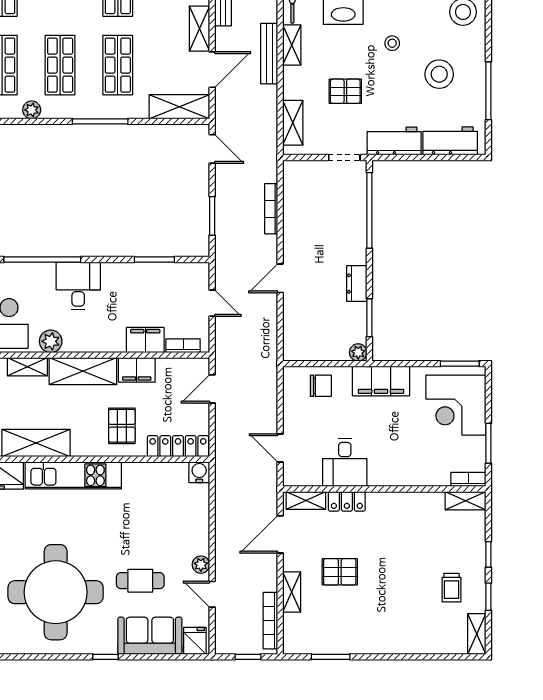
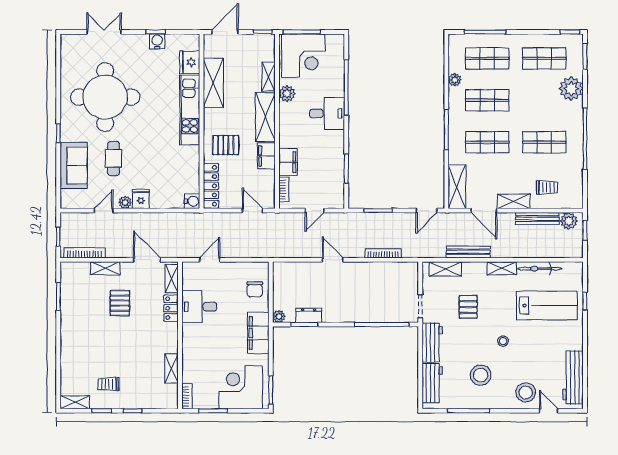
bench: (269, 54) -> (468, 252), moved
dresser: (357, 284) -> (309, 315), moved
shelving: (465, 501) -> (171, 368), moved
fridge: (195, 641) -> (141, 199), moved, turned -90

